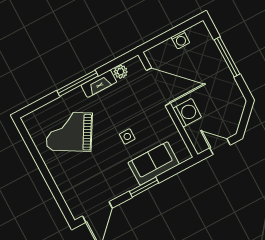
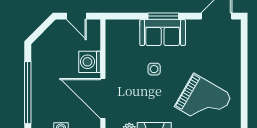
window: (227, 57) -> (28, 93), width x1.46
sofa: (154, 163) -> (163, 33), moved

